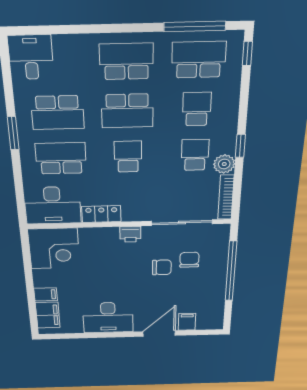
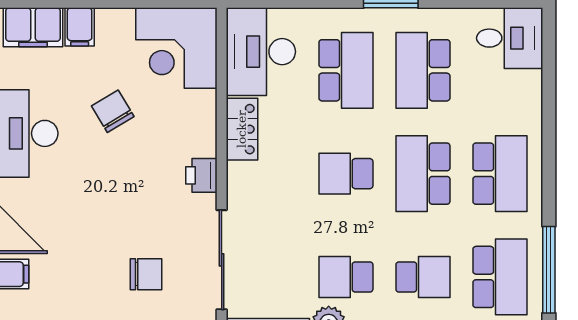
school desk: (195, 155) -> (346, 277), turned 180
school desk: (128, 157) -> (346, 174), turned 180
chair: (162, 267) -> (113, 111), moved, turned 149

